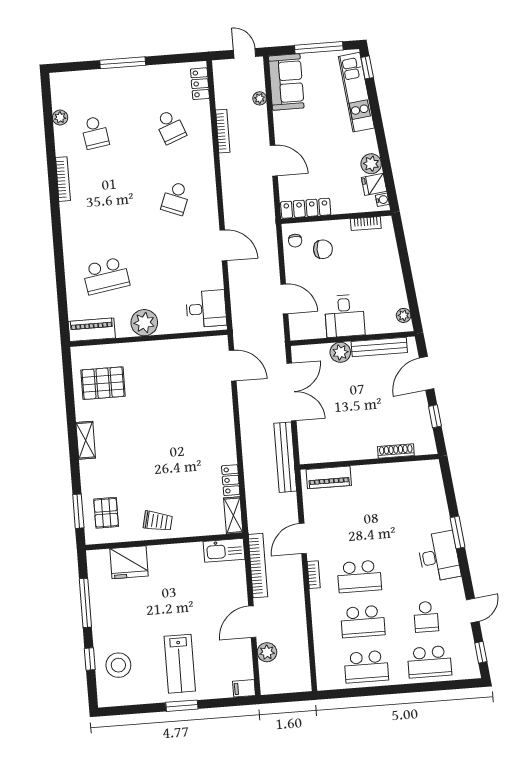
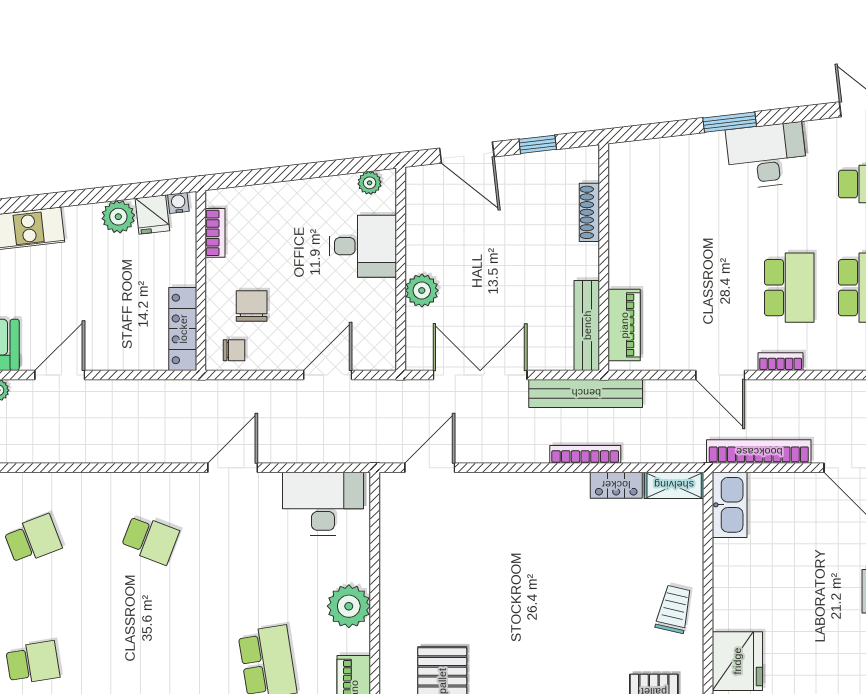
bookcase: (223, 131) -> (585, 454), moved
door: (274, 161) -> (60, 375), moved
desk: (206, 309) -> (323, 504), width x1.37
desk: (345, 316) -> (363, 246), moved
bench: (379, 347) -> (587, 325), moved

